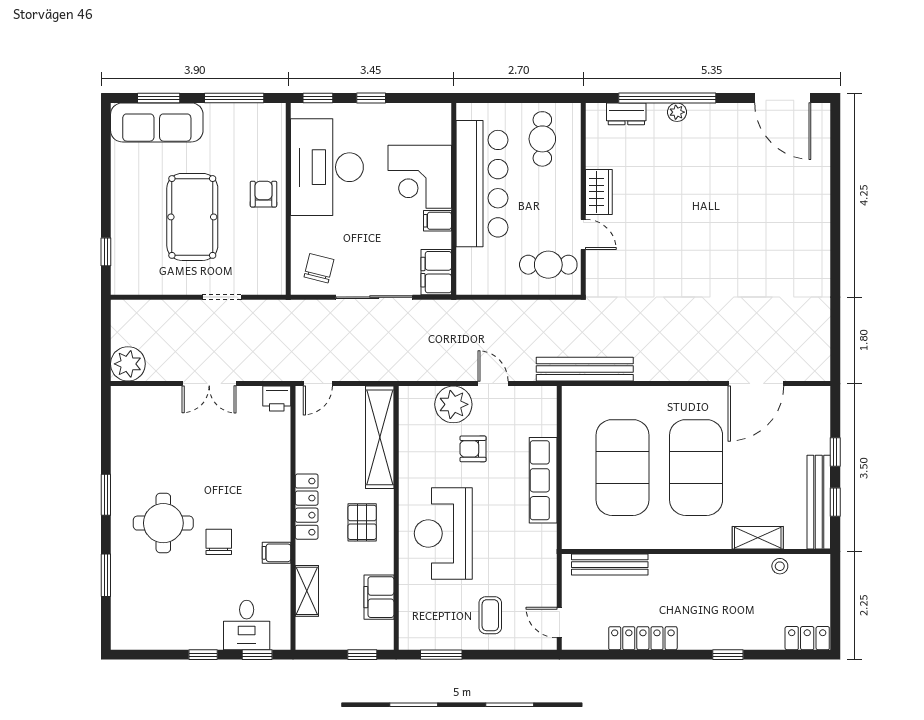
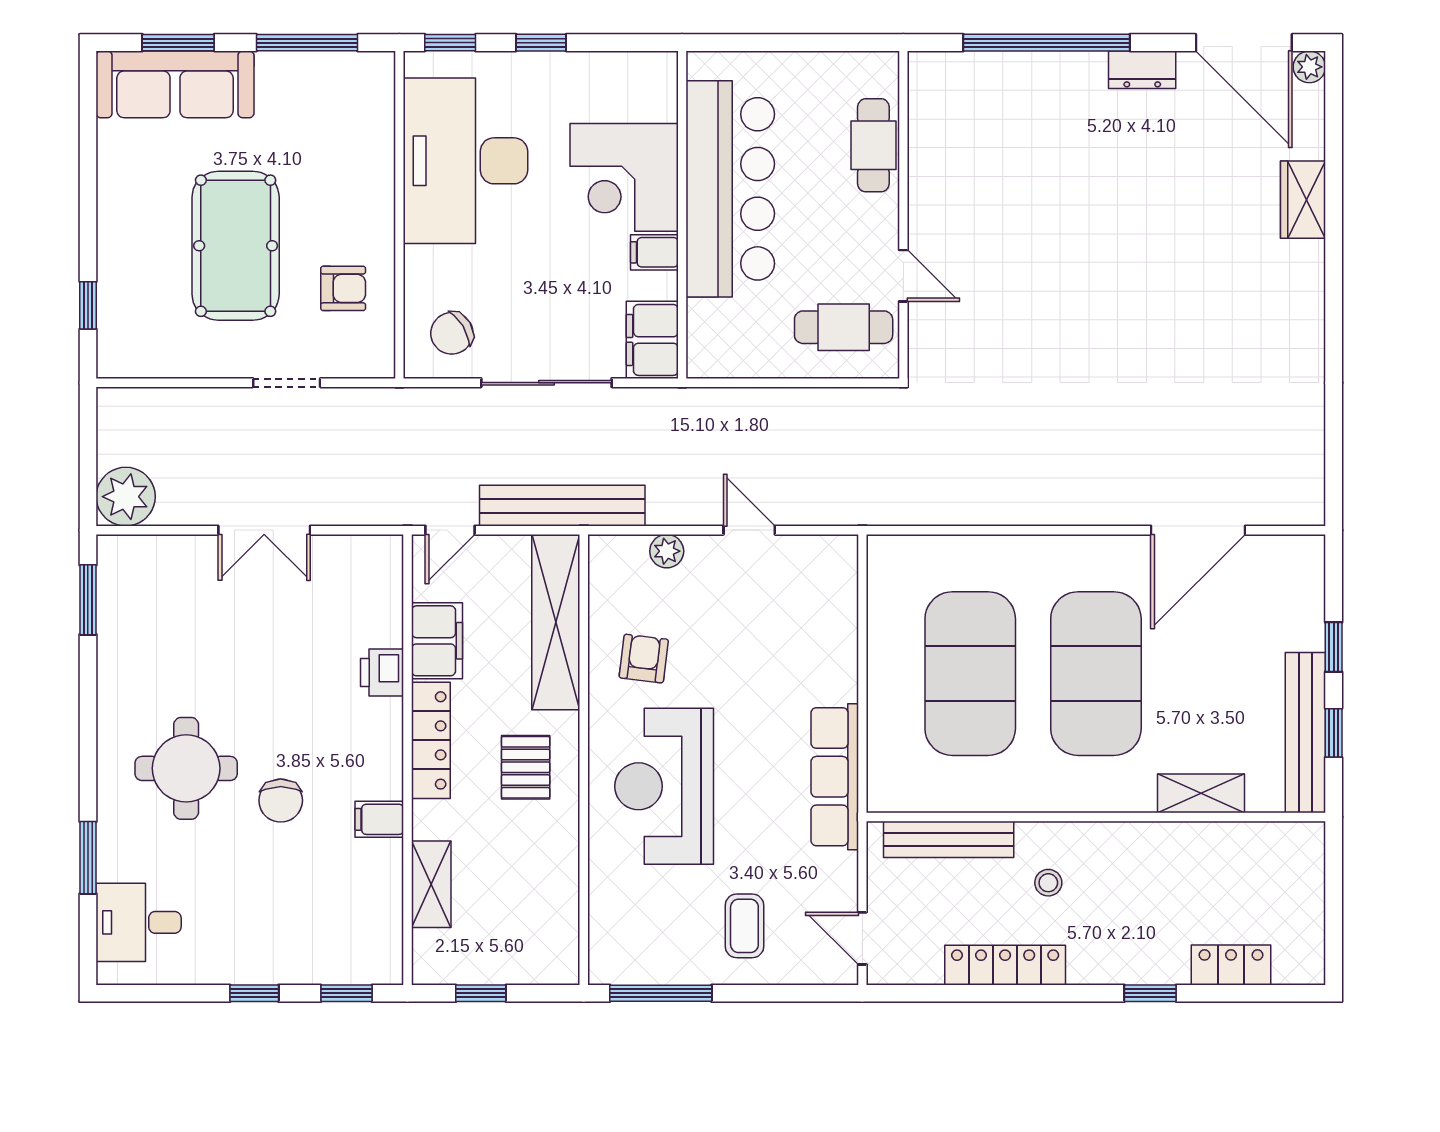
plant: (677, 112) -> (1309, 67), moved
dresser: (626, 114) -> (1142, 70), moved
cafe table: (542, 139) -> (873, 145), moved
wardrobe: (599, 192) -> (1303, 200), moved, turned 180
armchair: (263, 194) -> (343, 288), moved, turned 90
chair: (319, 268) -> (452, 333), turned -135
bench: (585, 369) -> (562, 506), moved
printer: (277, 398) -> (382, 672), moved, turned 90
plant: (453, 404) -> (667, 551), width x0.53, depth x0.53
armchair: (473, 449) -> (644, 659), moved, turned 97
row of seats: (543, 480) -> (835, 777), moved
window: (106, 495) -> (88, 600), moved
chair: (219, 542) -> (281, 801), turned 180
stool: (780, 566) -> (1048, 883), moved
filing cabinet: (379, 597) -> (437, 641), moved, turned 180
desk: (247, 625) -> (139, 922), moved, turned 90
locker: (807, 638) -> (1231, 965), moved
window: (362, 655) -> (481, 993), moved
window: (441, 655) -> (661, 993), width x1.44

